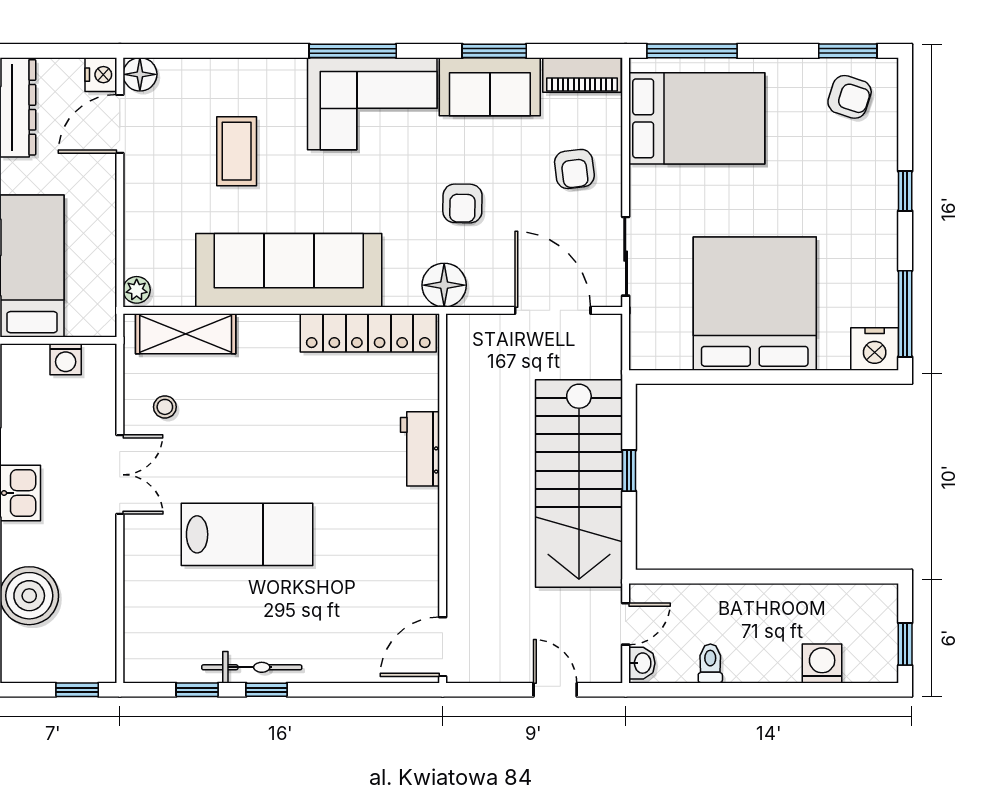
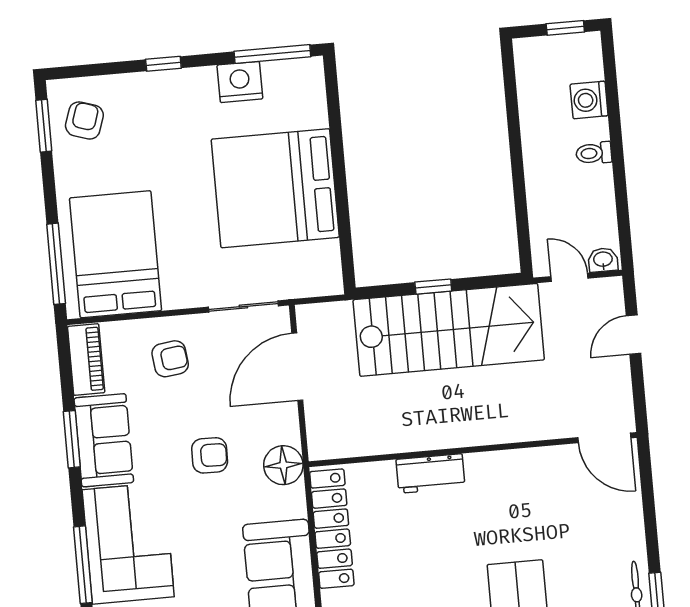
nightstand: (875, 349) -> (240, 82), moved, turned -90
toilet: (710, 664) -> (594, 153), moved

